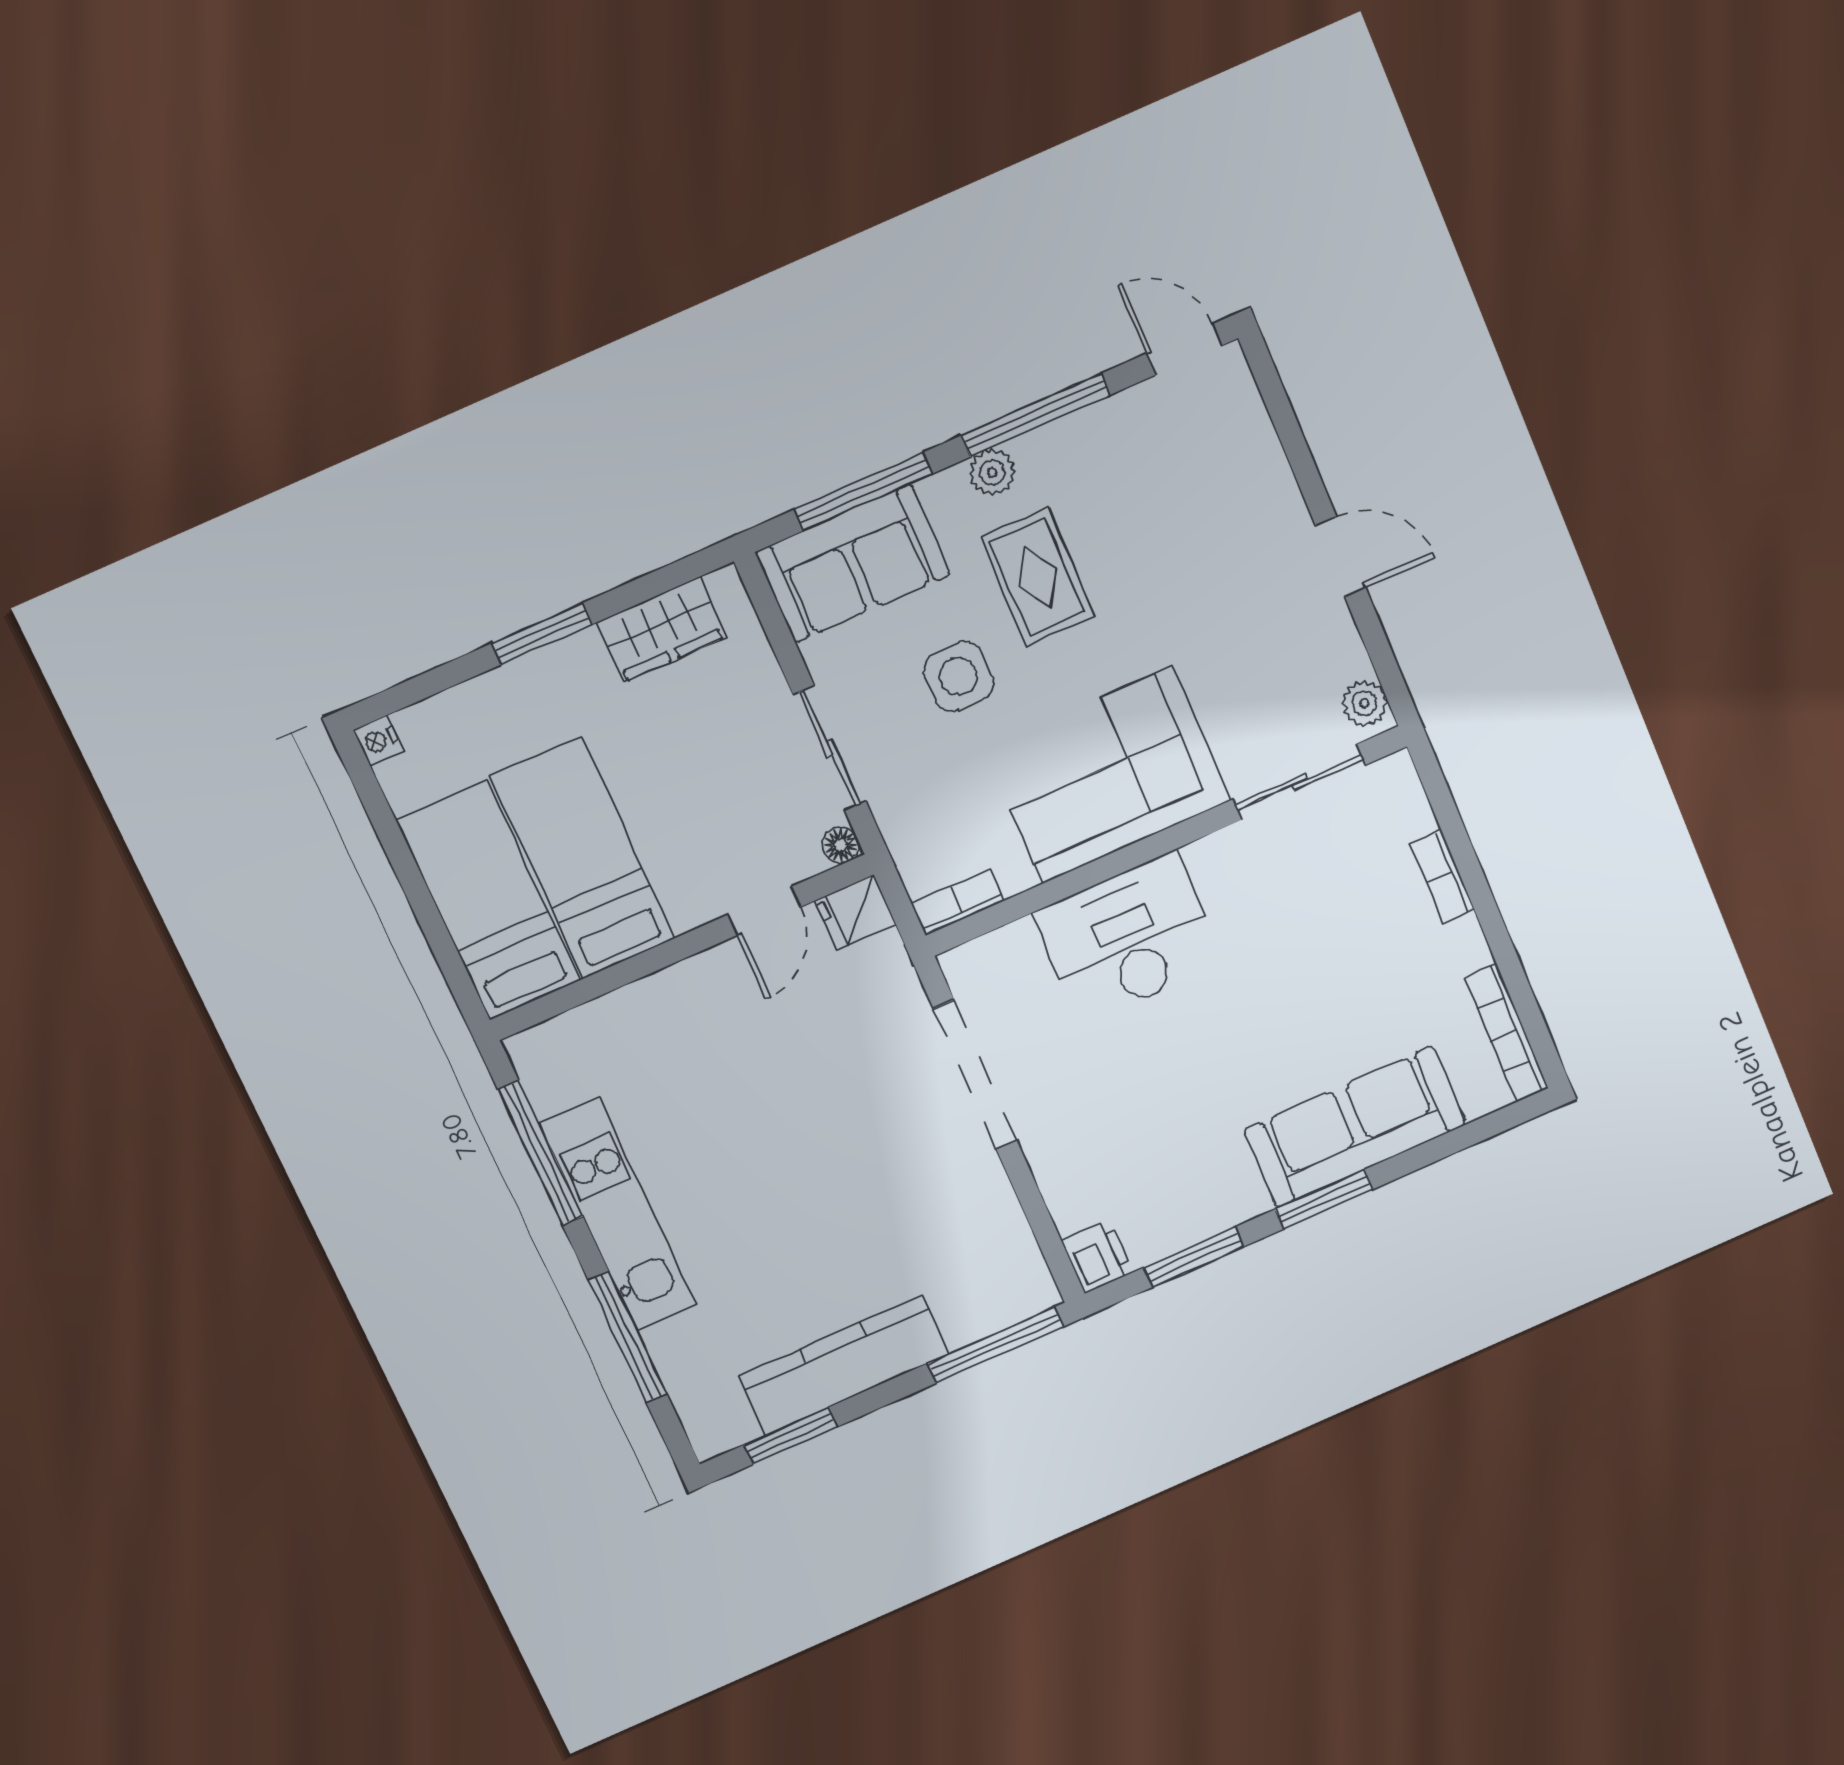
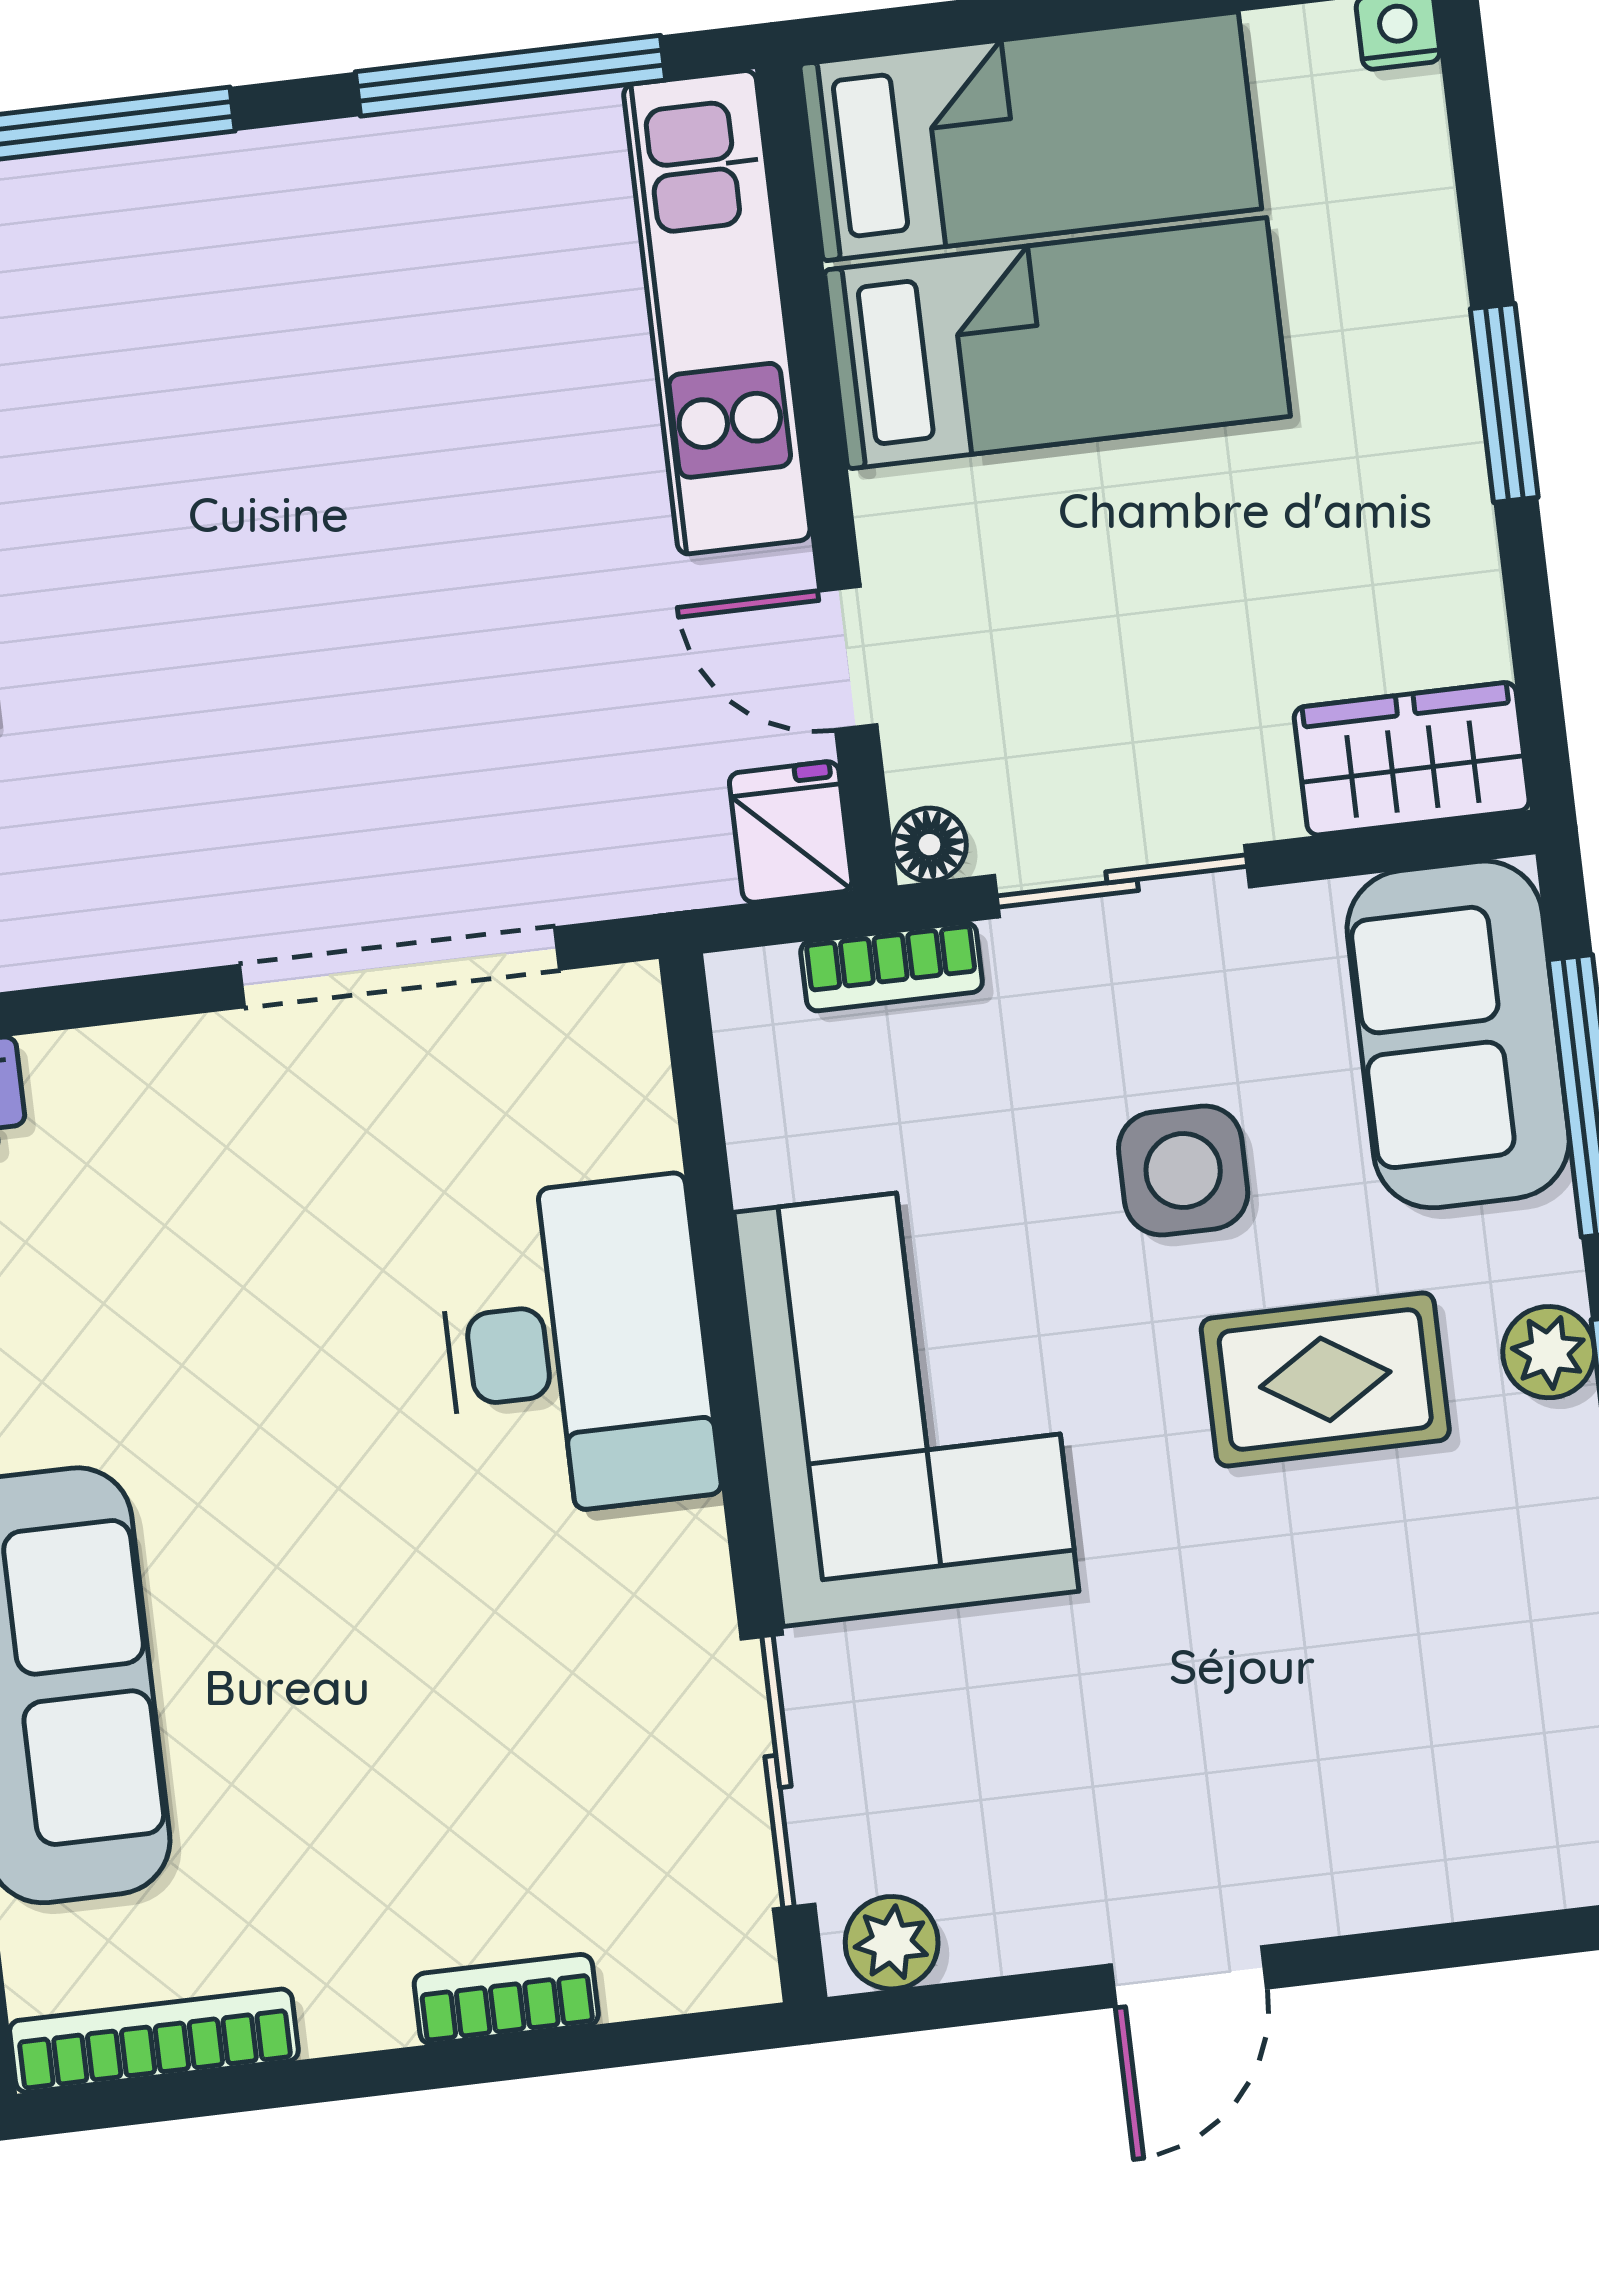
wardrobe: (661, 630) -> (1412, 759), moved, turned 90
bookcase: (958, 902) -> (892, 967), moved, turned 90
kitchen unit: (618, 1214) -> (717, 312), moved, turned 90

